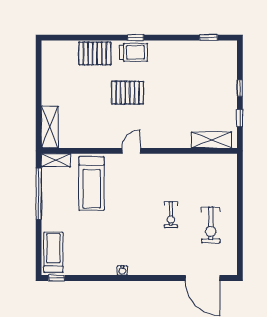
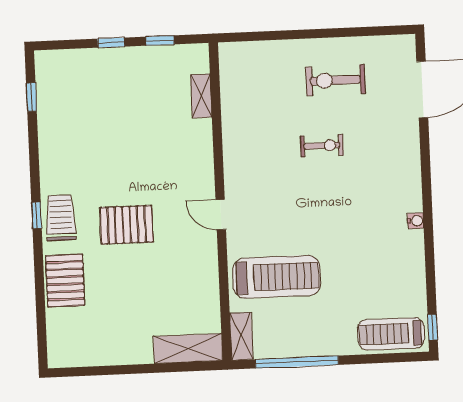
pallet: (128, 93) -> (127, 225), turned 90
shelving: (211, 140) -> (201, 96), width x0.67, depth x0.75
exercise bike: (211, 225) -> (336, 80), turned 180

